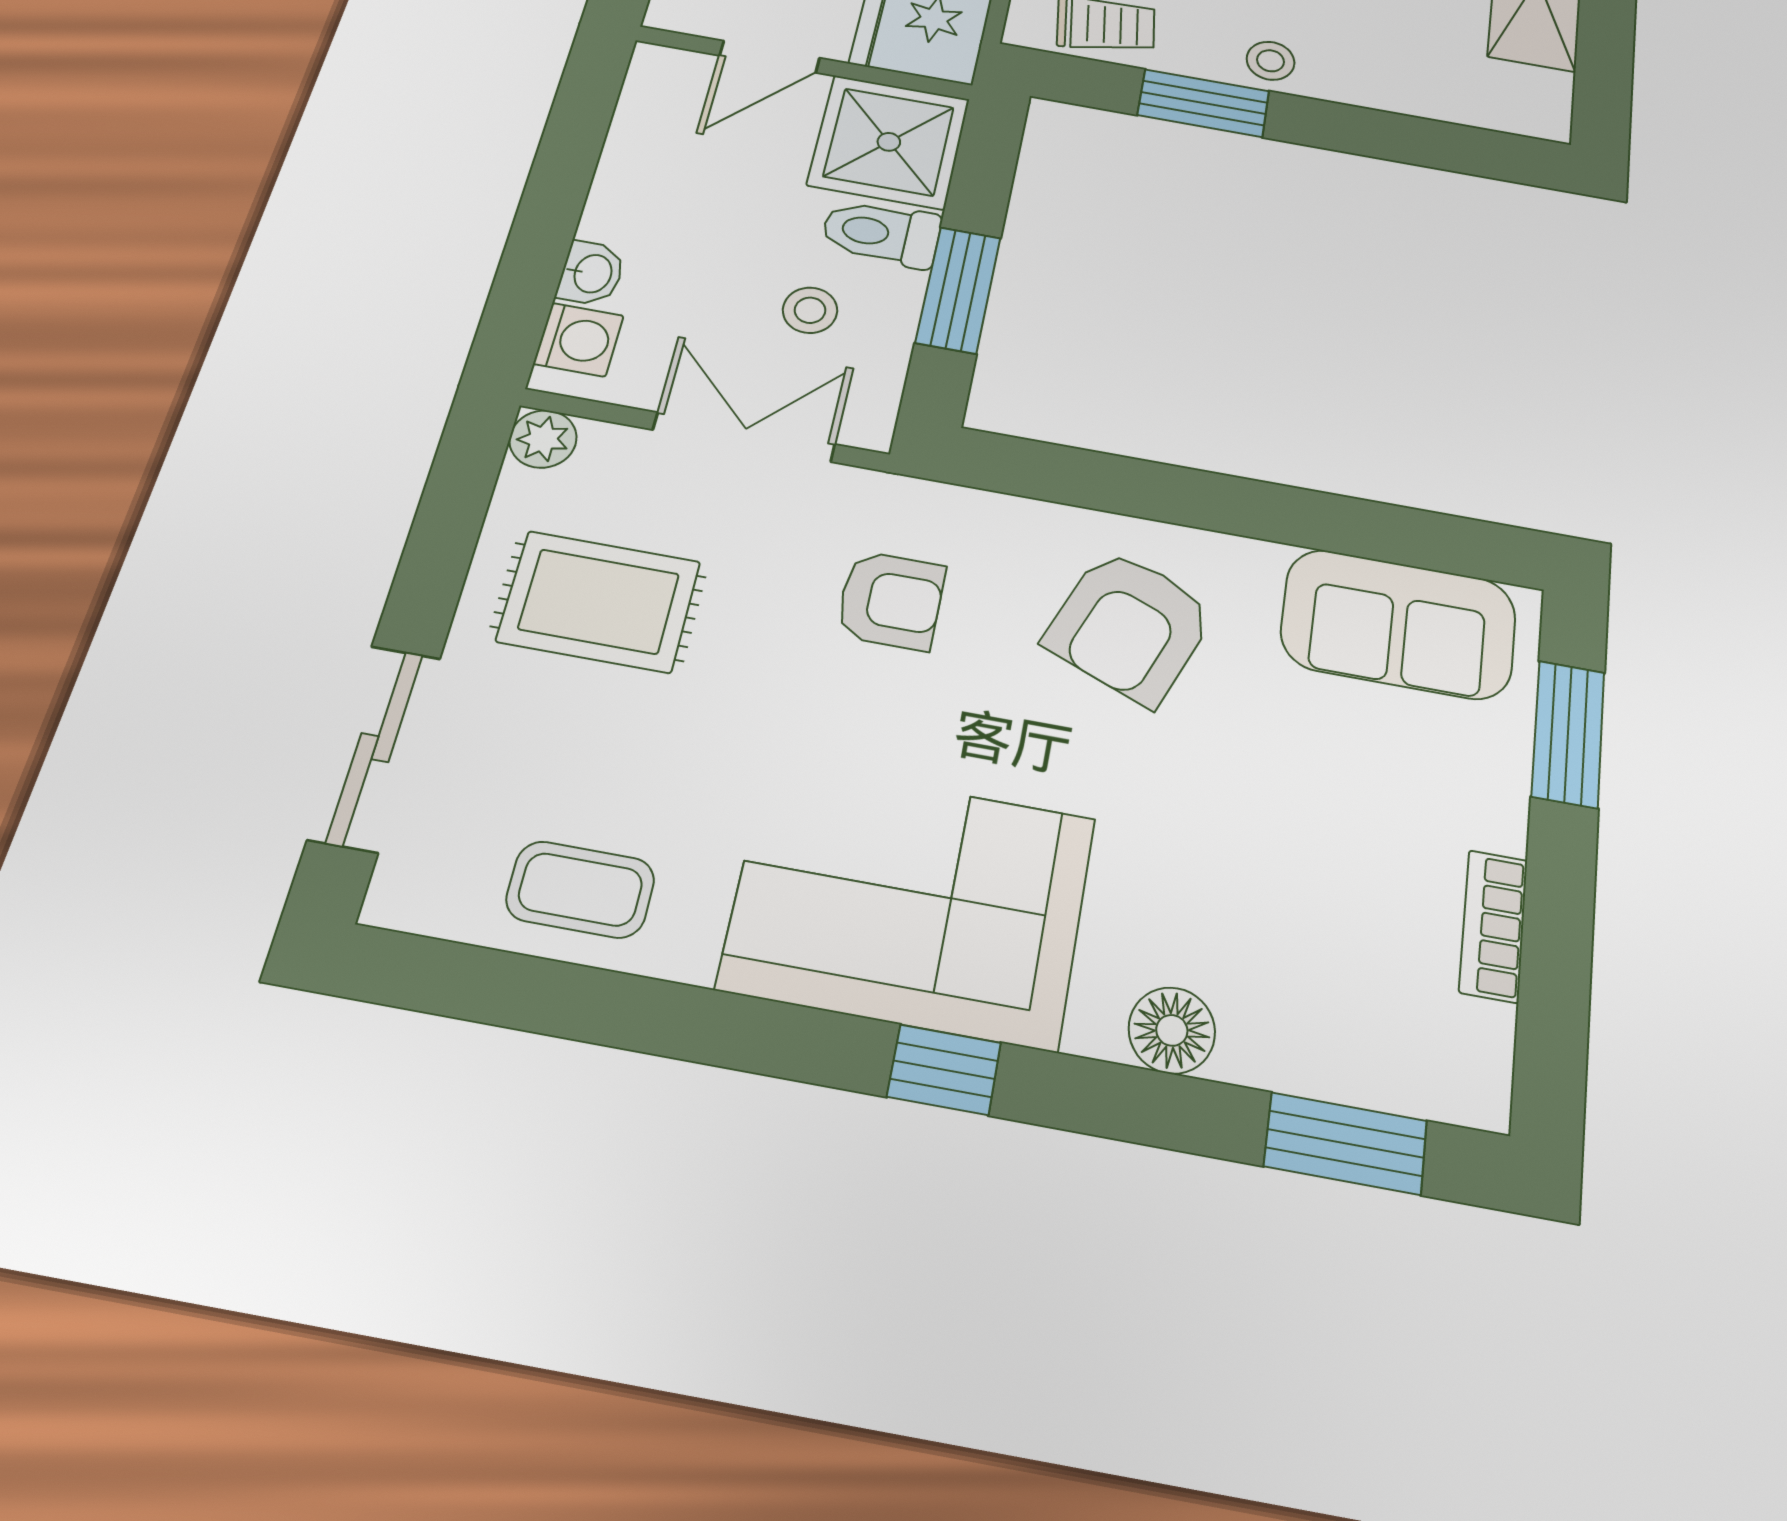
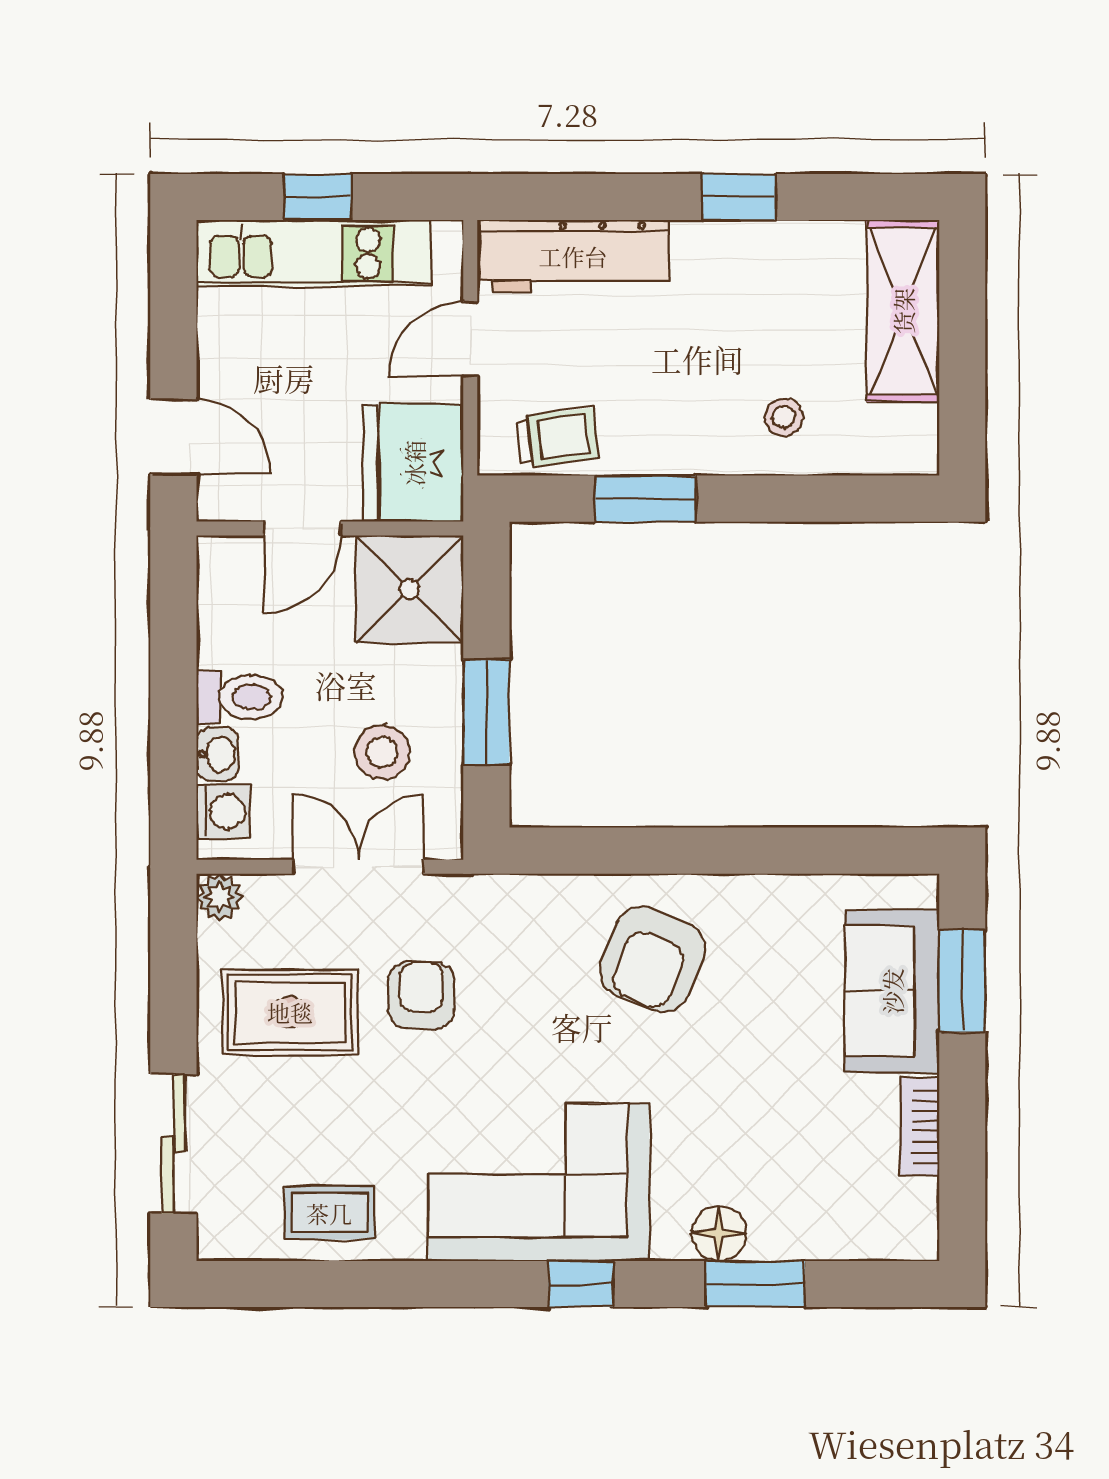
stool: (1271, 61) -> (784, 417), moved
toilet: (881, 233) -> (239, 697), moved, turned 180
stool: (810, 310) -> (382, 752), width x1.37, depth x1.37
armchair: (891, 600) -> (421, 995), moved, turned -90
sofa: (1399, 624) -> (892, 991), moved, turned 90
window: (1346, 1143) -> (755, 1284), moved

